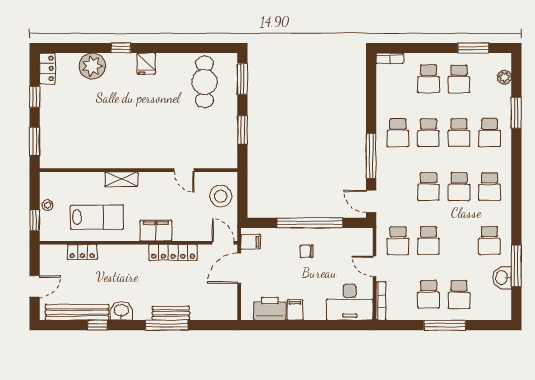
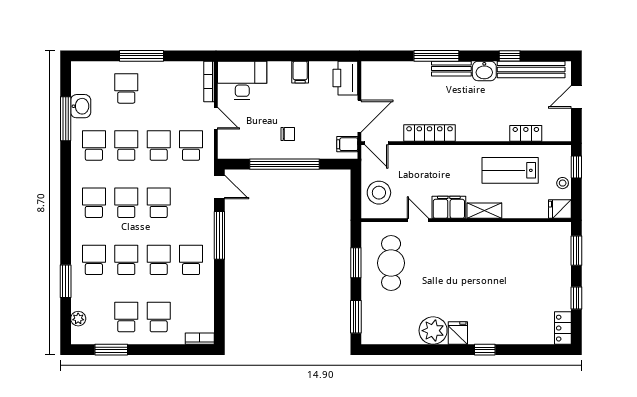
plant: (92, 66) -> (433, 331), moved
cafe table: (205, 82) -> (391, 263), moved
fridge: (50, 181) -> (560, 209), added
filing cabinet: (156, 230) -> (449, 207), moved, turned 180
school desk: (428, 294) -> (126, 146), moved
printer: (270, 309) -> (345, 78), moved, turned 90
bench: (171, 313) -> (451, 69), moved

